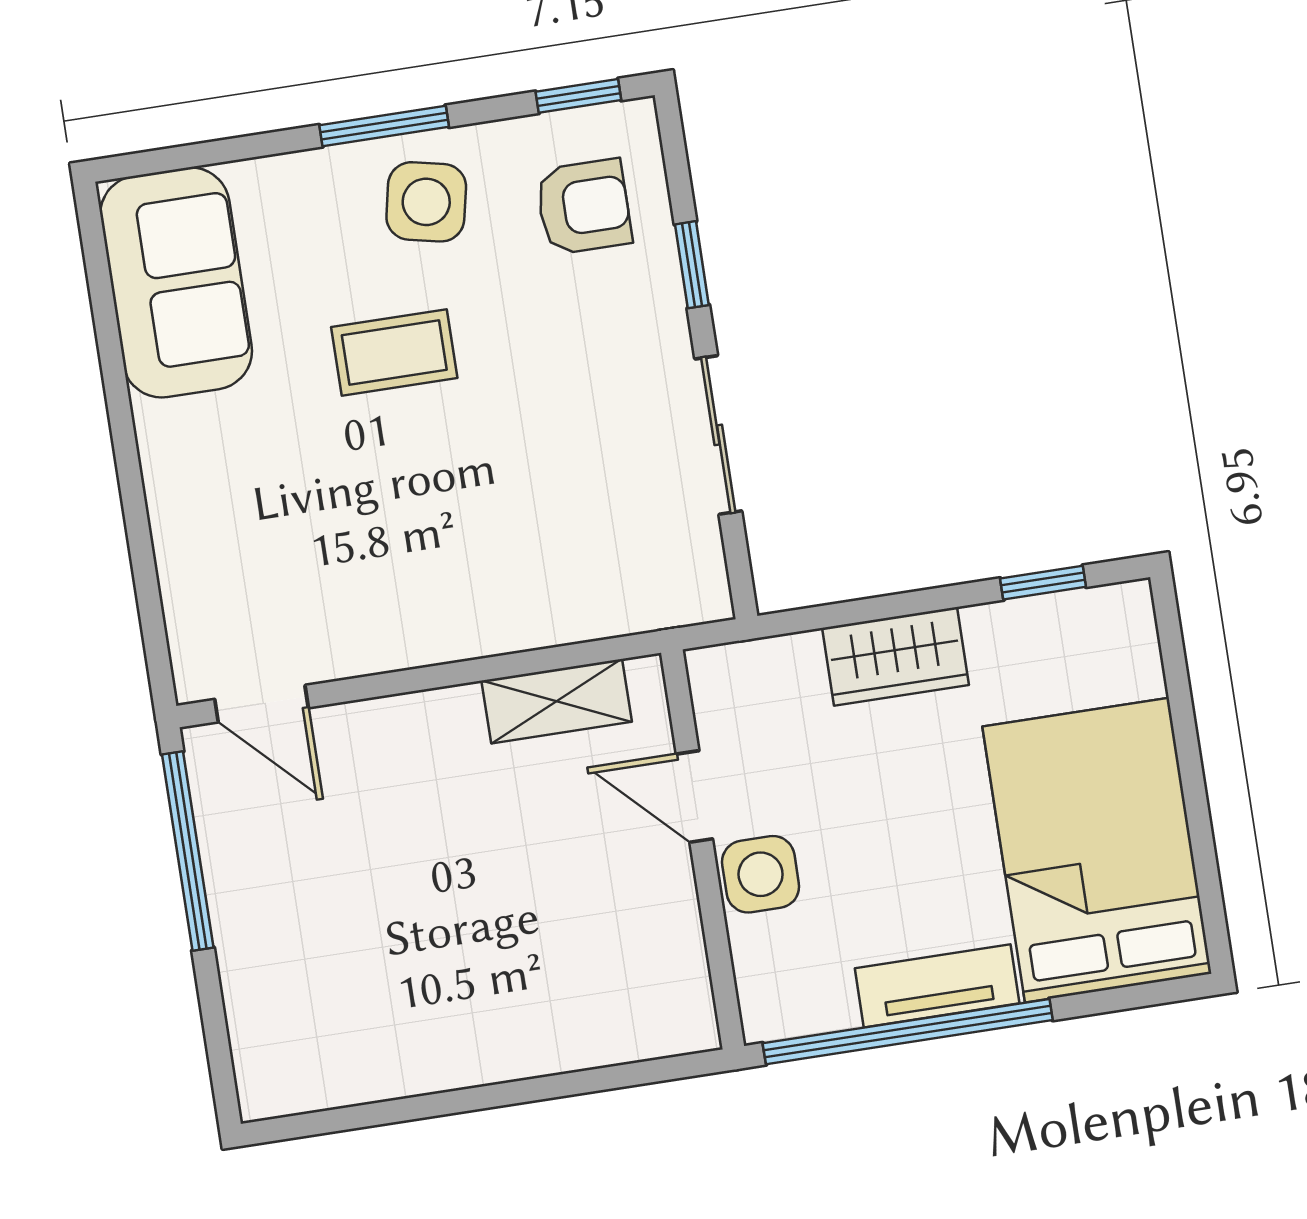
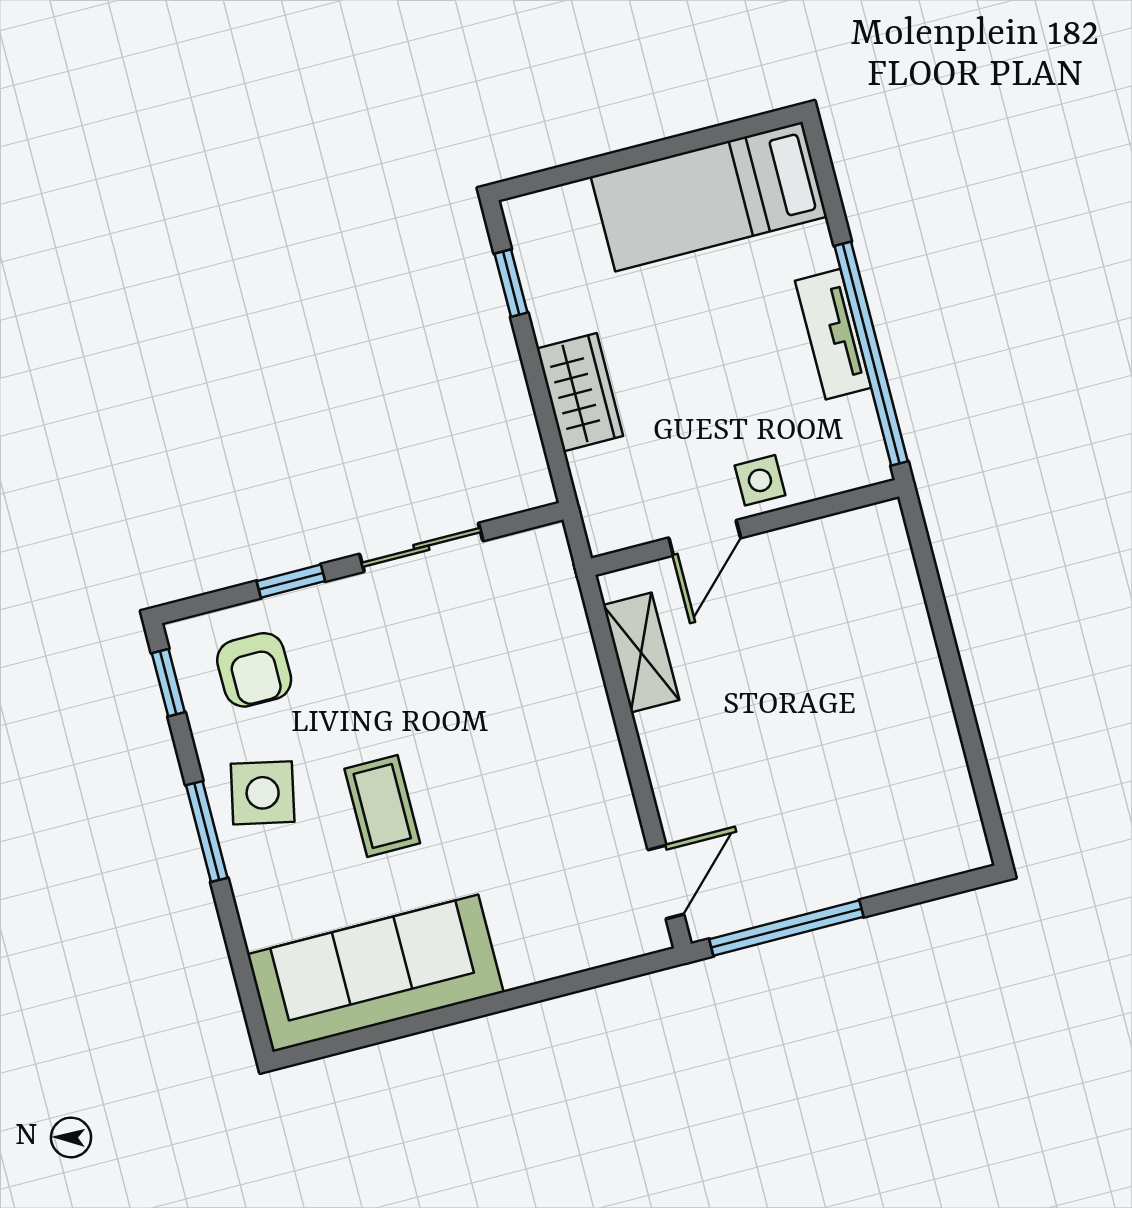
armchair: (584, 207) -> (254, 670), turned 180
sofa: (176, 282) -> (375, 973), width x1.36
bed: (1097, 850) -> (709, 197), width x0.67
side table: (761, 874) -> (760, 480), width x0.73, depth x0.73

